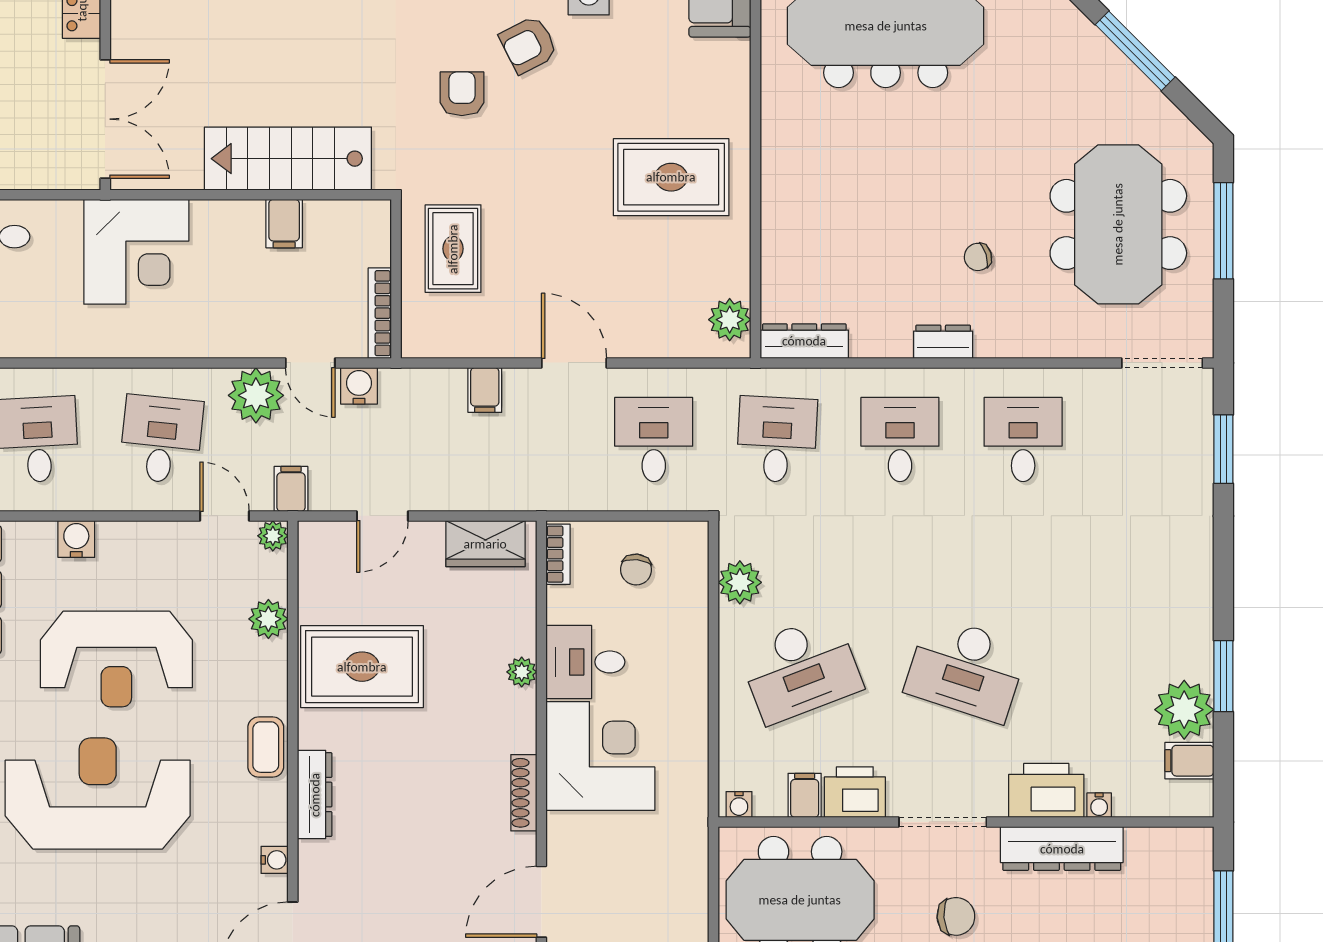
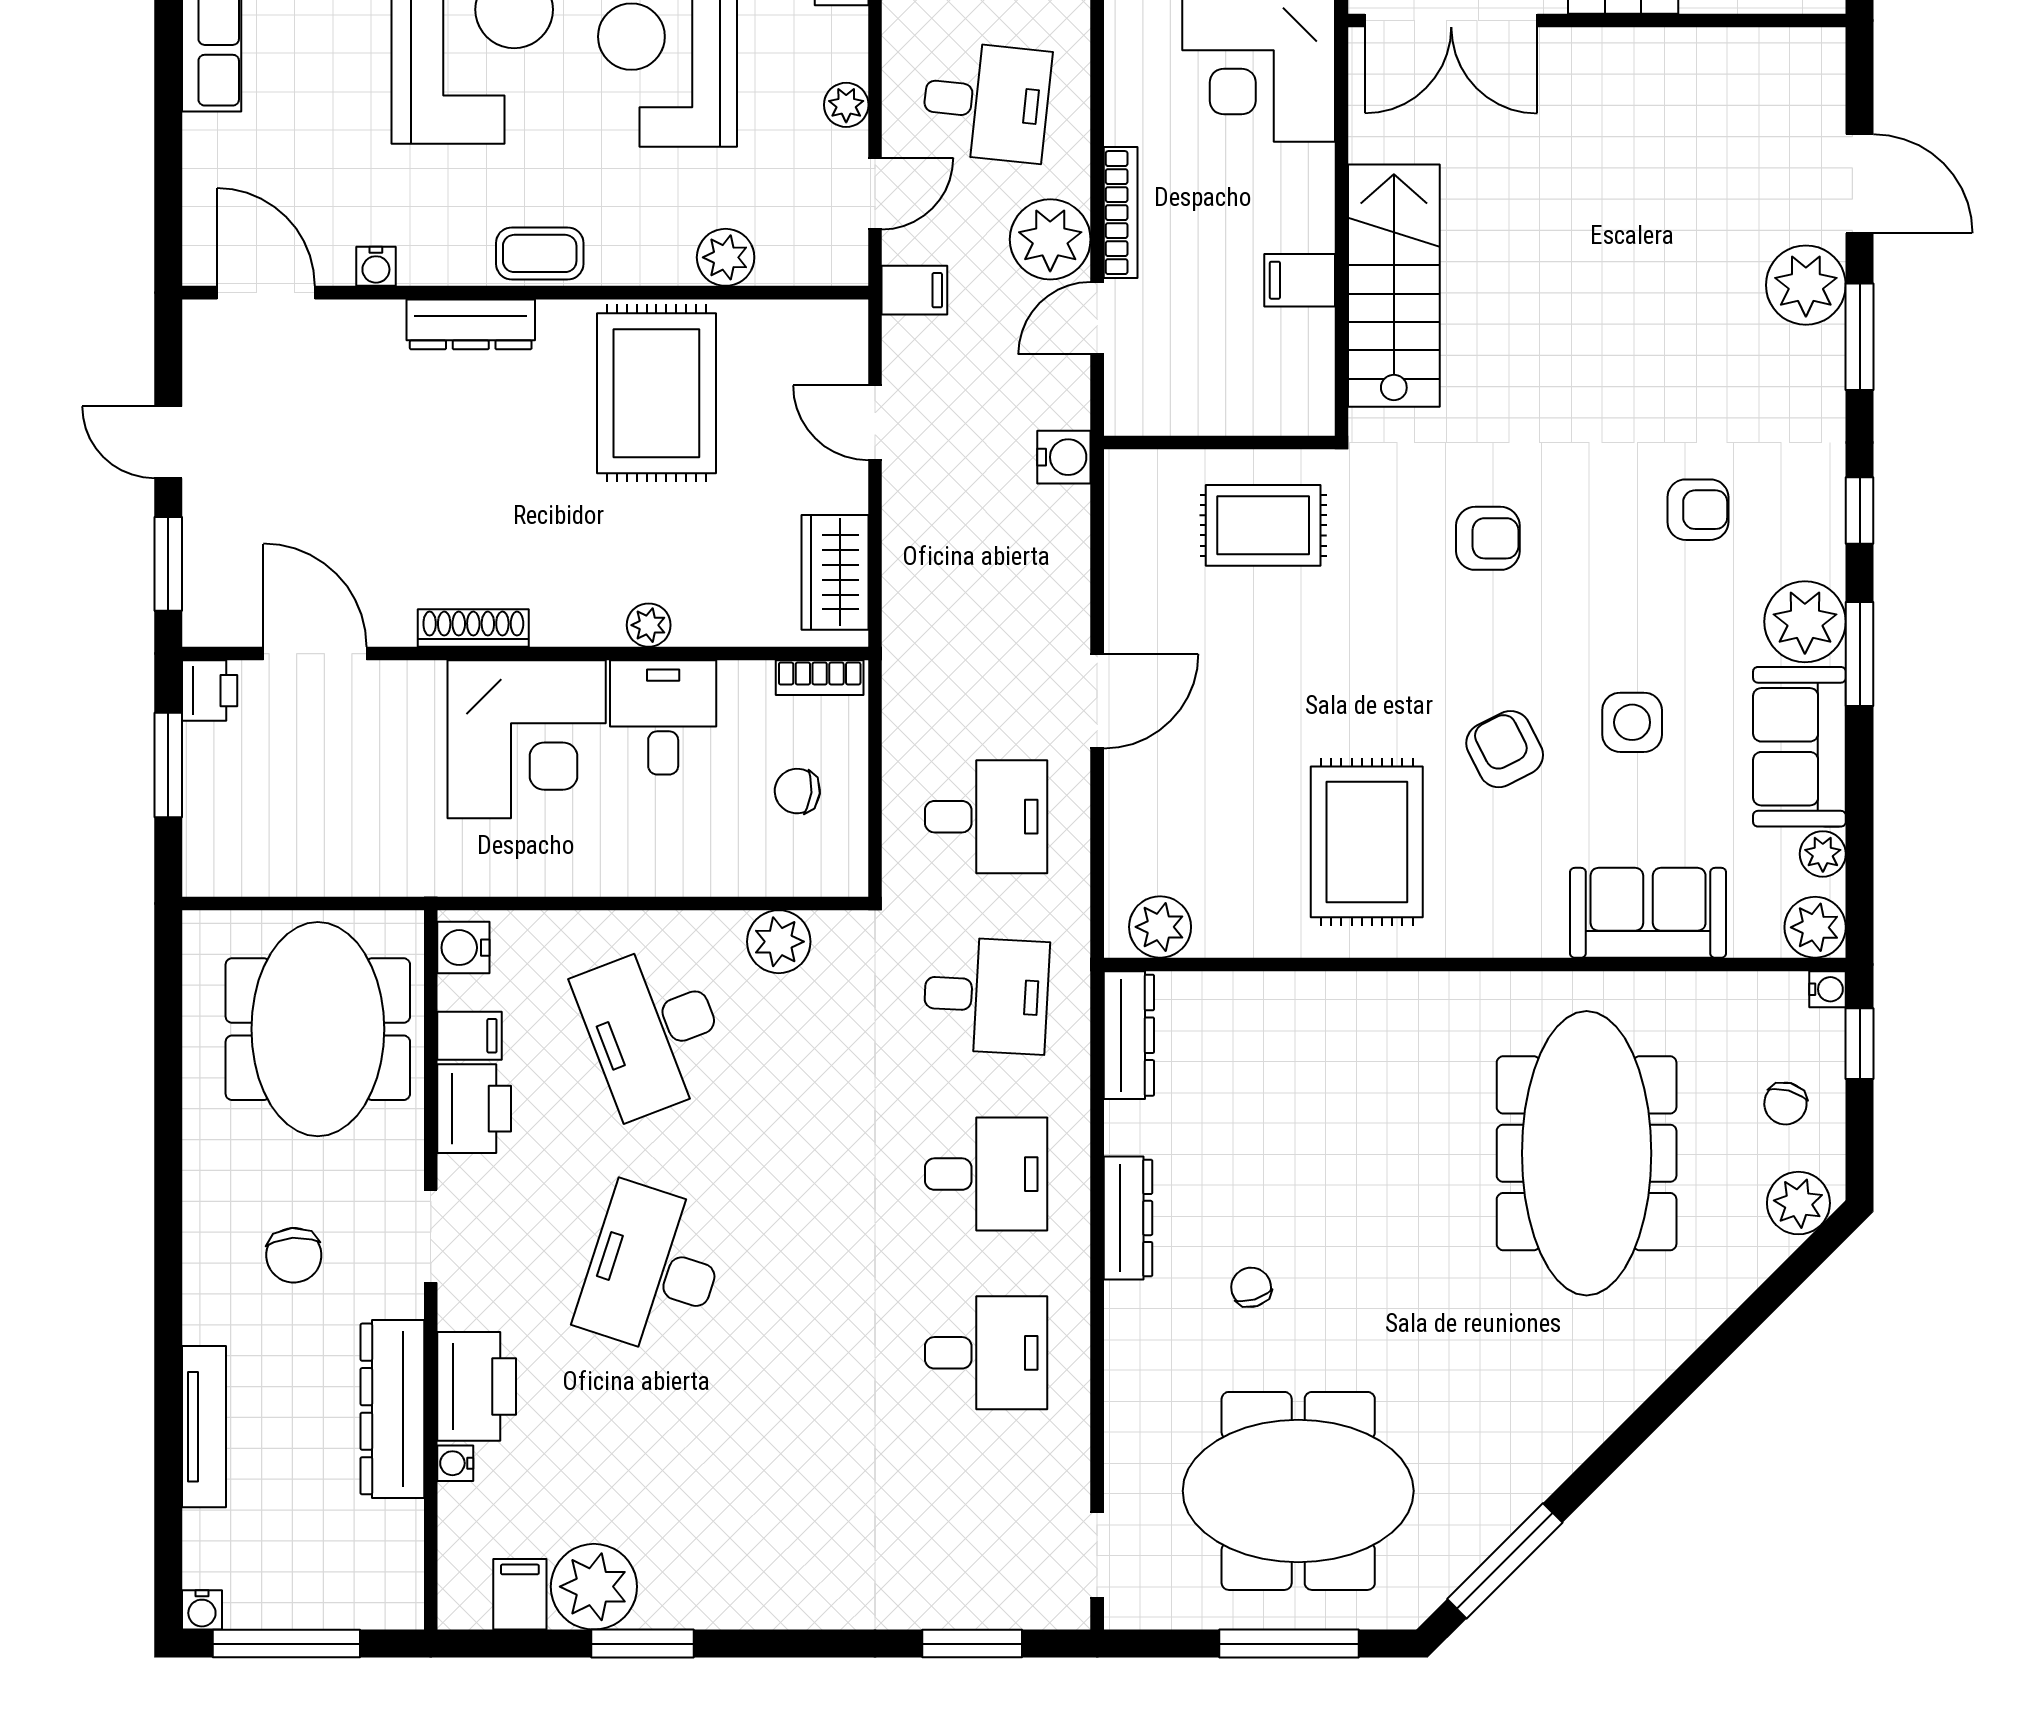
armchair: (528, 45) -> (1505, 749), moved
window: (1135, 51) -> (1505, 1561), moved
bookcase: (380, 313) -> (1121, 213), moved, turned 90
dresser: (943, 342) -> (1128, 1218), width x1.44
doorway: (1162, 363) -> (1097, 1555), width x0.73
water cooler: (359, 386) -> (1064, 457), moved
filing cabinet: (485, 390) -> (1058, 571), removed
plant: (273, 536) -> (846, 105), moved
water cooler: (739, 805) -> (463, 948), width x1.38, depth x1.38
doorway: (943, 822) -> (431, 1236), width x0.73

